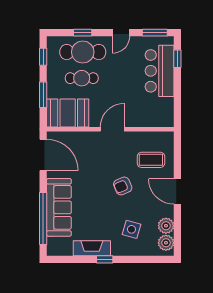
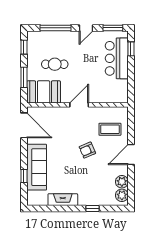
window: (83, 33) -> (55, 28), width x2.17
cafe table: (83, 52) -> (56, 43), removed
door: (177, 192) -> (131, 155), hinge flipped
window: (43, 219) -> (24, 176), width x0.32
side table: (131, 229) -> (94, 185), removed
window: (105, 259) -> (93, 209), moved

